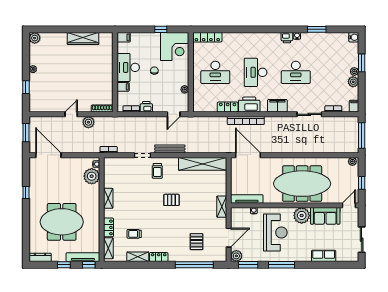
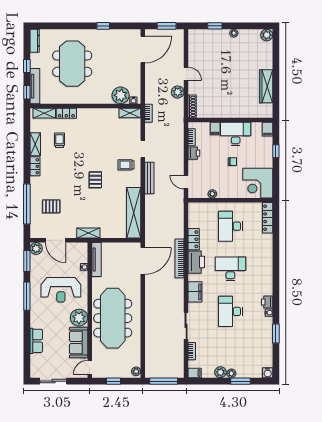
window: (161, 29) -> (276, 151), moved
shelving: (108, 198) -> (130, 113), moved
door: (349, 205) -> (90, 368), swing flipped

